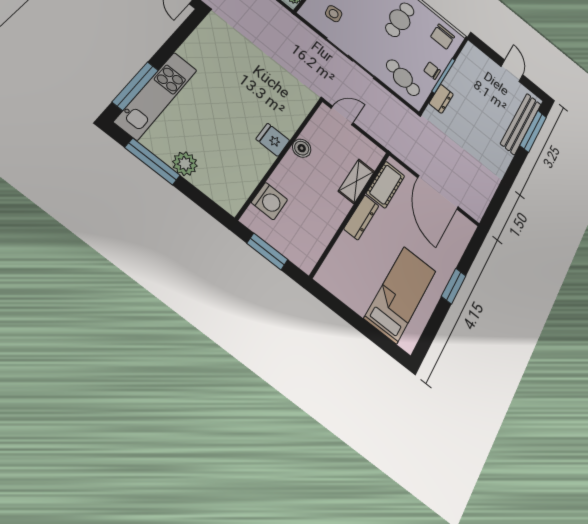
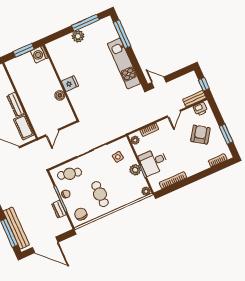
door: (512, 71) -> (45, 245), width x1.88
kitchen unit: (156, 95) -> (124, 64), moved
dresser: (441, 99) -> (59, 209), moved
door: (342, 116) -> (52, 133), moved
shelving: (356, 181) -> (32, 113), removed
washing machine: (269, 201) -> (39, 54), moved

